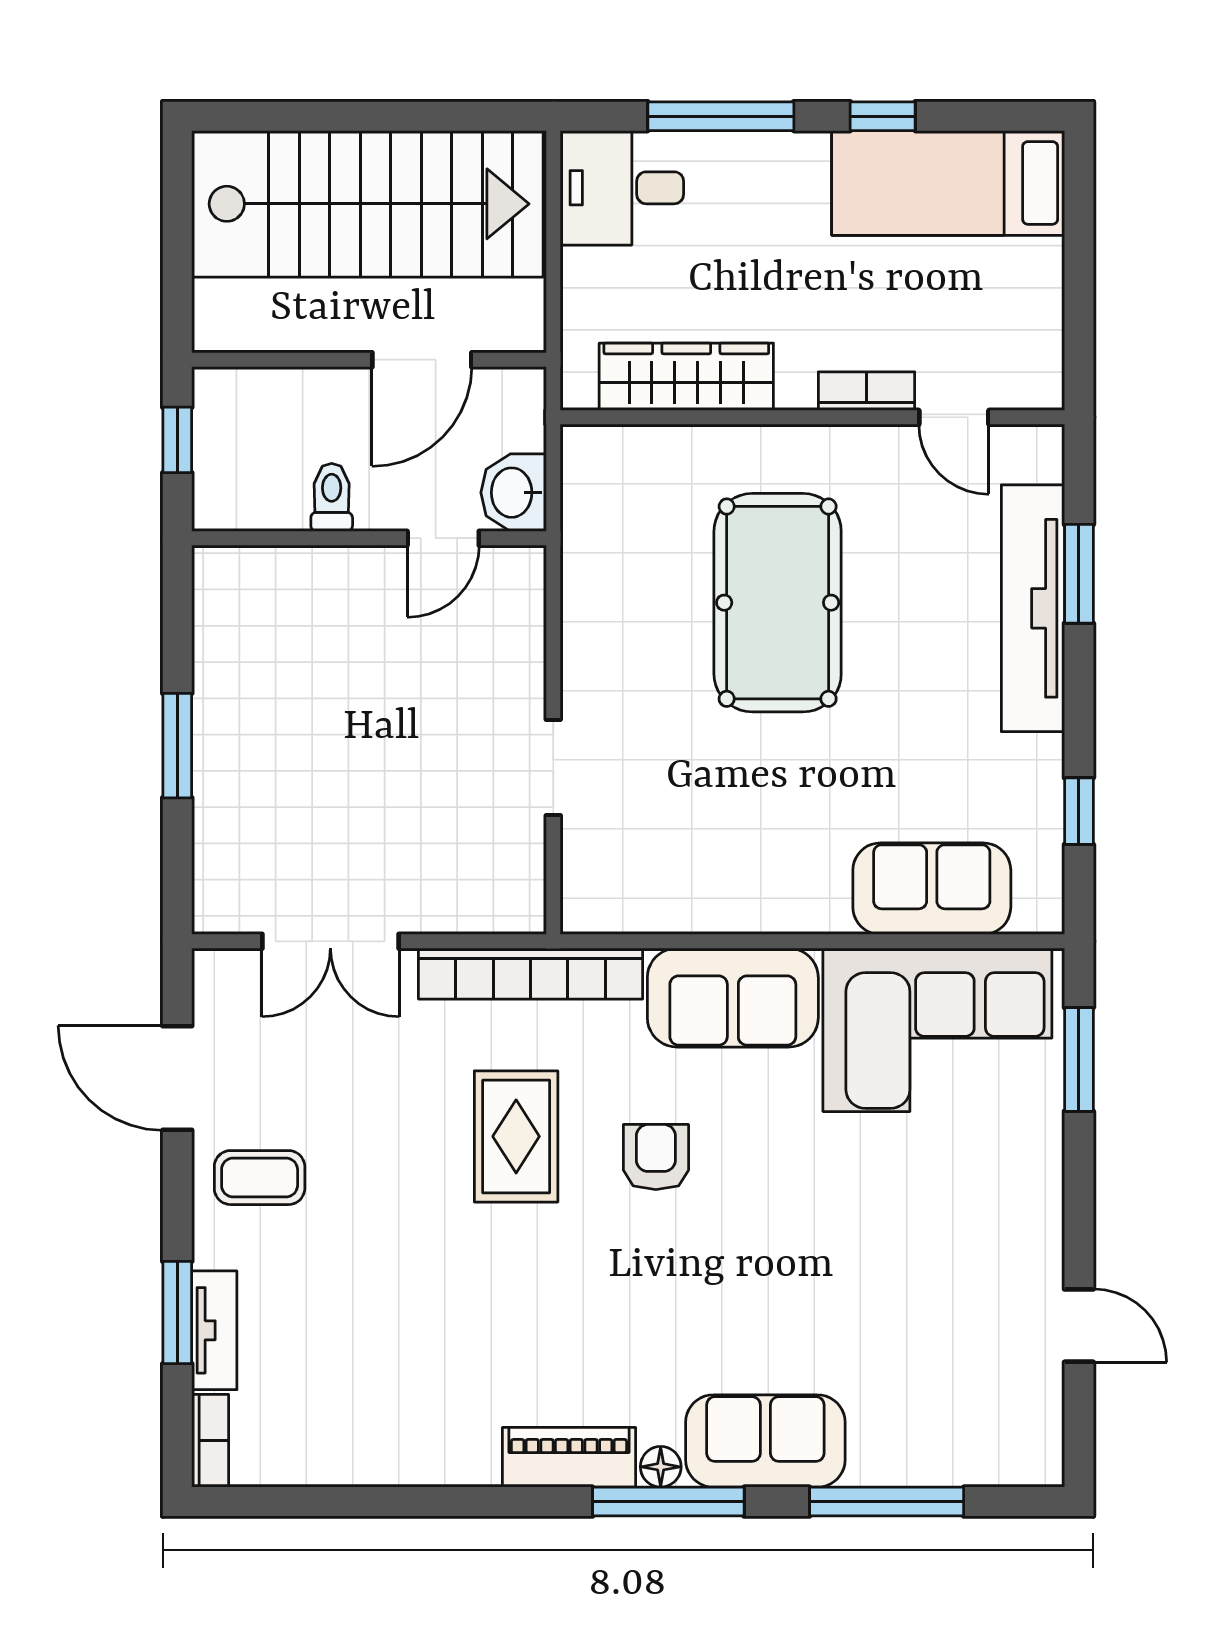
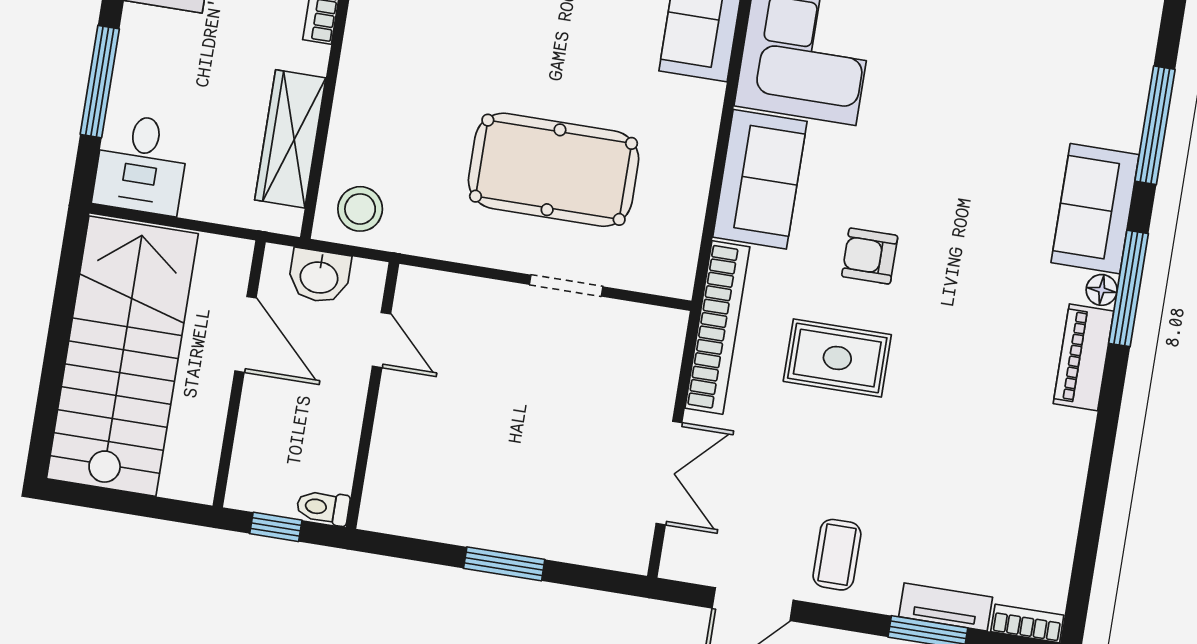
stool: (610, 483) -> (360, 209), added
washbasin: (514, 493) -> (319, 276), moved
toilet: (332, 497) -> (323, 507), moved
pool table: (778, 603) -> (554, 170), moved

